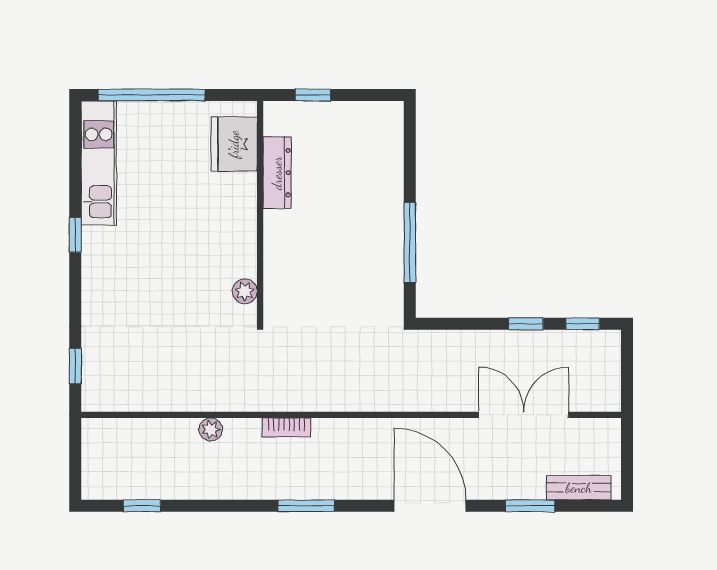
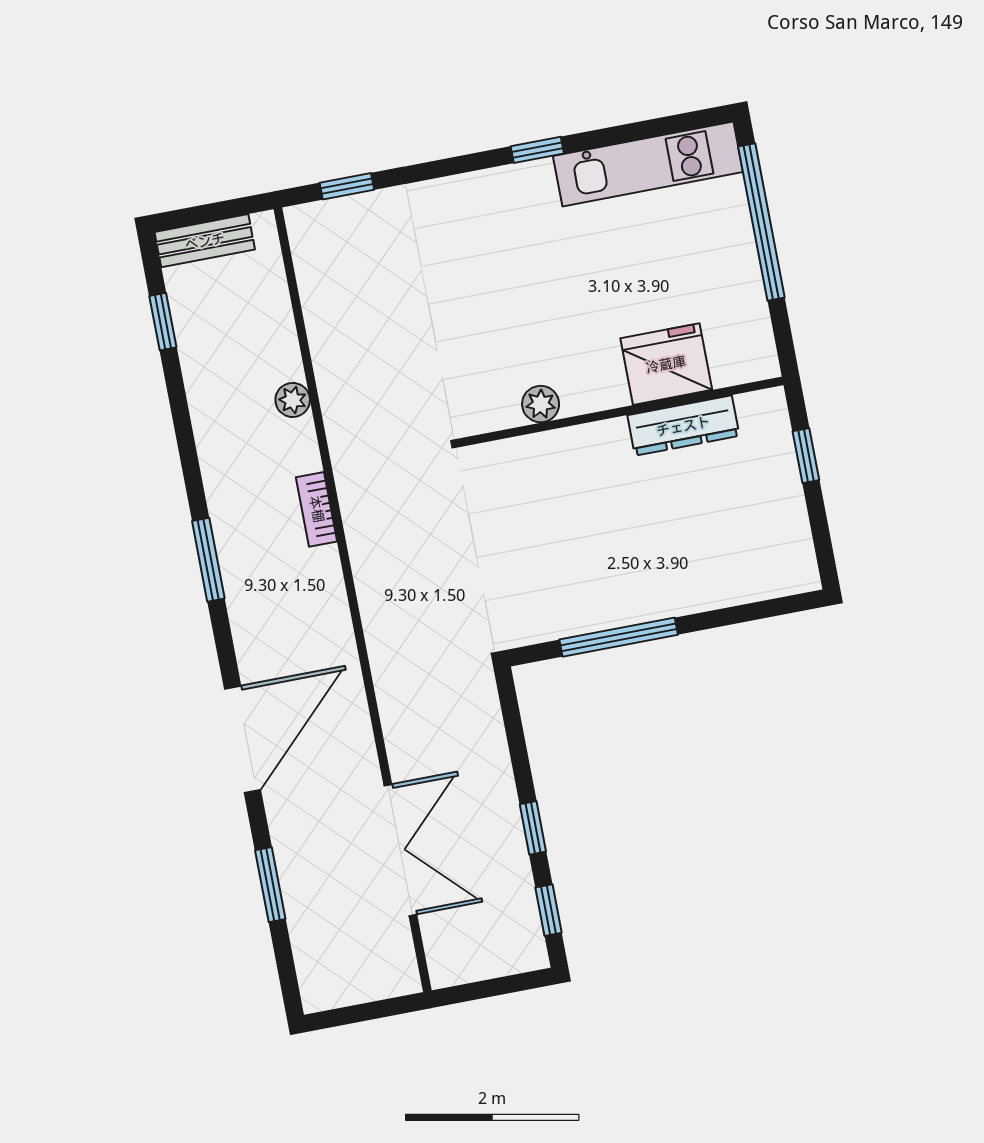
fridge: (234, 144) -> (666, 364), moved
plant: (245, 291) -> (541, 404), moved
bench: (579, 488) -> (205, 241), moved, turned 90

